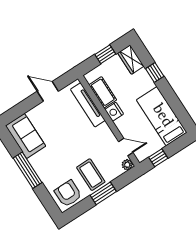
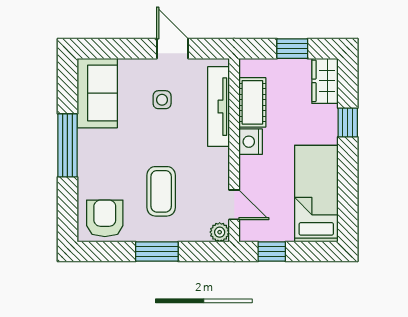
side table: (59, 119) -> (162, 100), added
coffee table: (91, 175) -> (161, 191), moved

